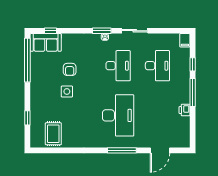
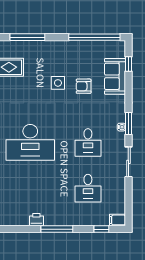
sofa: (46, 42) -> (115, 76), moved
window: (193, 64) -> (101, 229), moved
desk: (118, 66) -> (88, 142), width x0.73
desk: (157, 66) -> (88, 188), width x0.73
window: (27, 118) -> (27, 37), width x2.17

